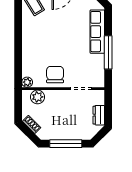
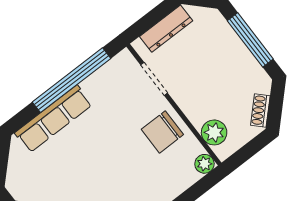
window: (108, 52) -> (72, 80), width x1.46
dresser: (99, 115) -> (166, 29), width x1.44

